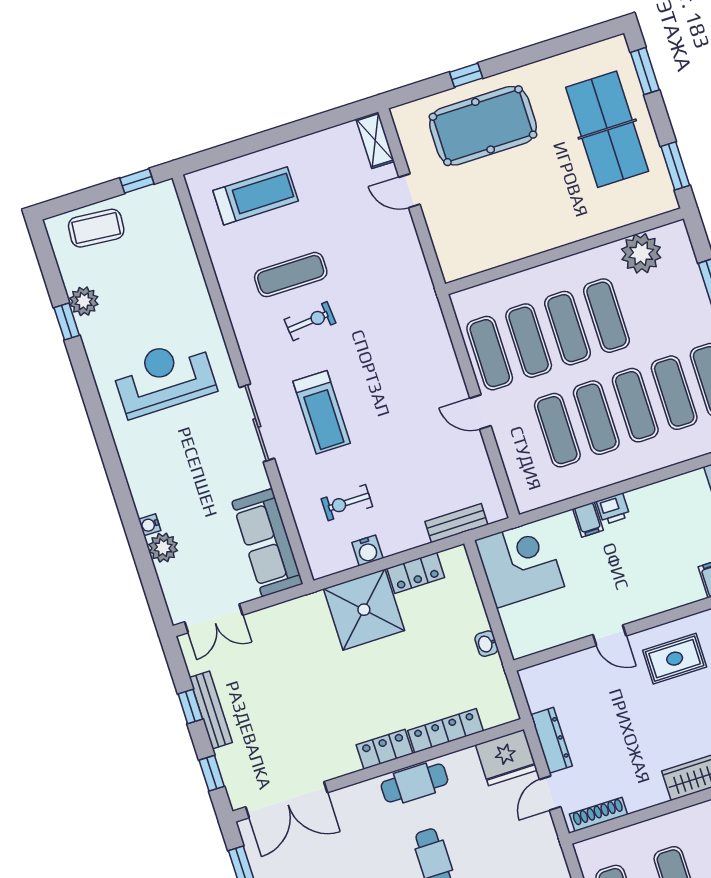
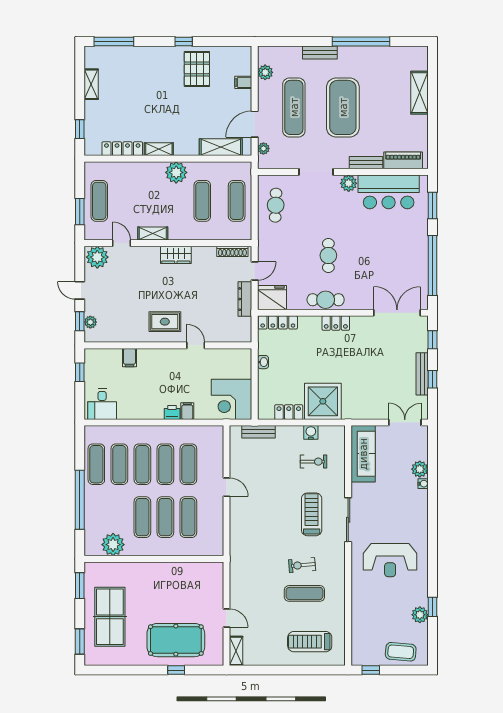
exercise mat: (490, 353) -> (211, 517), removed
locker: (446, 731) -> (278, 322), moved

